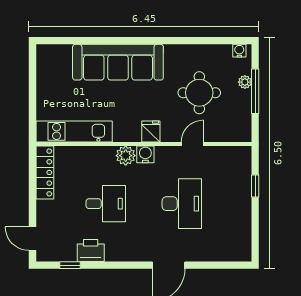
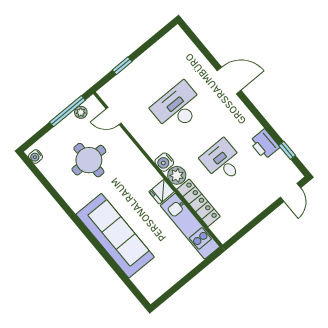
plant: (245, 82) -> (81, 112), moved
window: (255, 91) -> (67, 111), moved
fridge: (151, 132) -> (162, 192), moved
door: (192, 144) -> (114, 116), moved
locker: (45, 172) -> (198, 203), moved, turned 90

